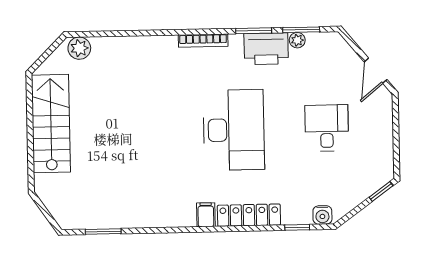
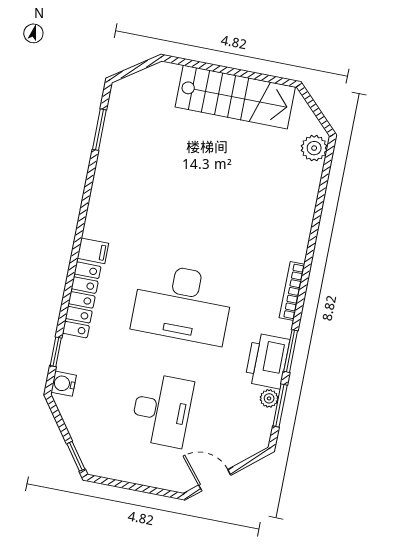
desk: (327, 128) -> (162, 410), width x1.37

